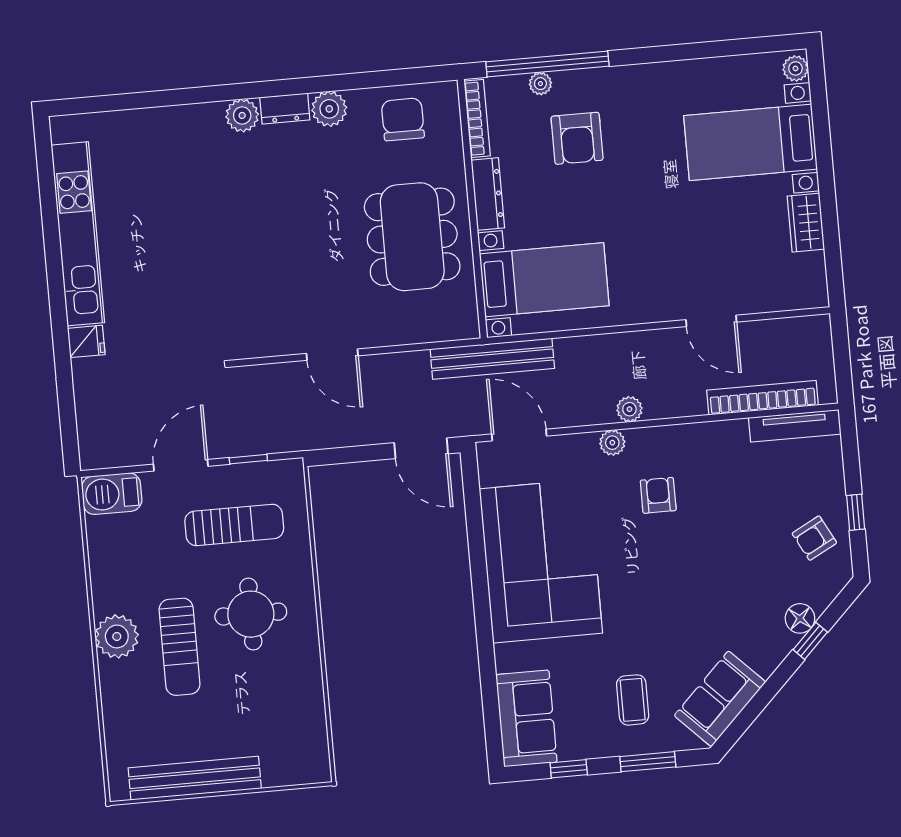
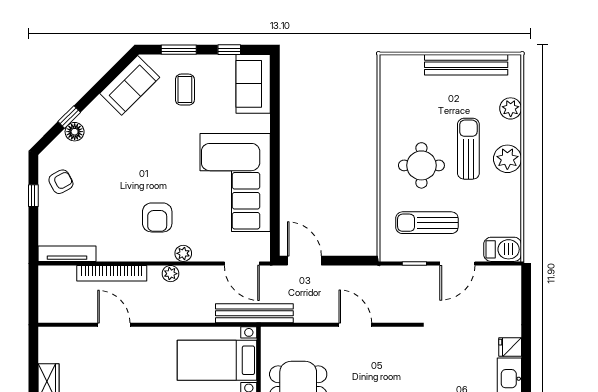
bookcase: (763, 398) -> (112, 273), moved
armchair: (658, 495) -> (157, 217), width x1.38, depth x1.38
plant: (119, 716) -> (511, 108), added

